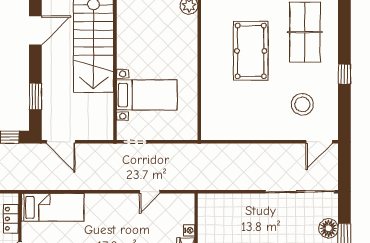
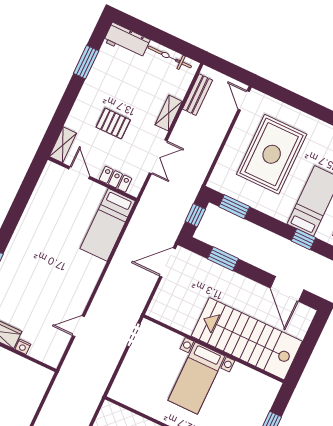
bed with nightstands: (147, 95) -> (196, 378), moved
door: (150, 192) -> (78, 326), hinge flipped

